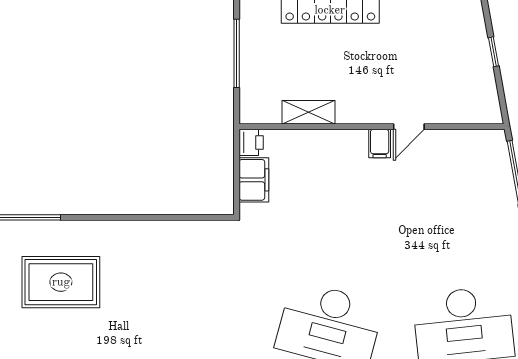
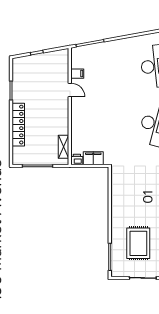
shelving: (309, 112) -> (64, 147), moved
filing cabinet: (380, 144) -> (77, 74), moved

